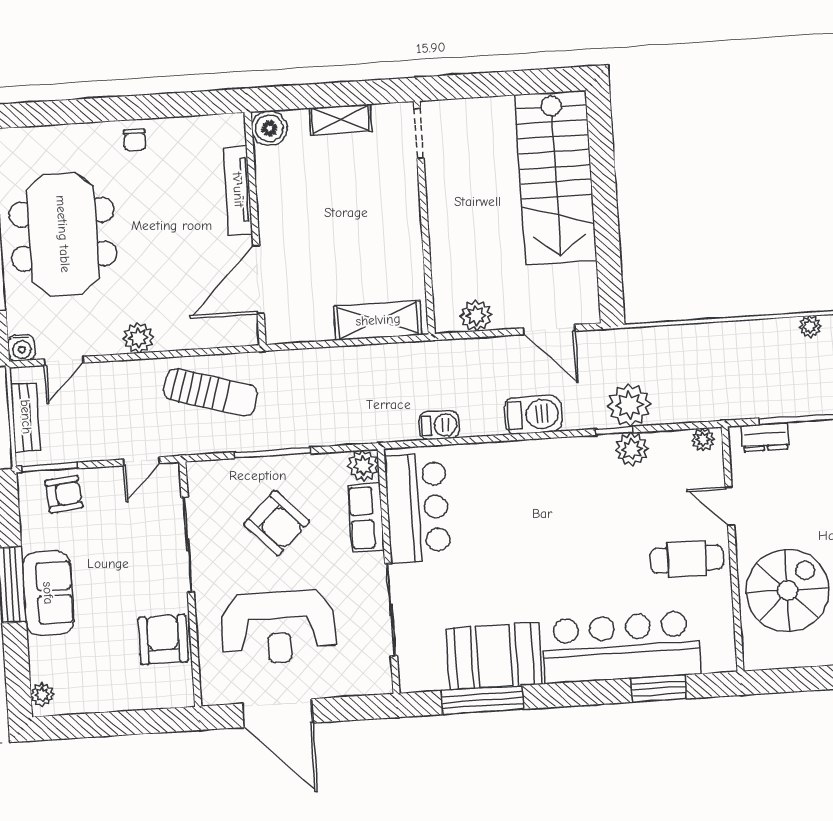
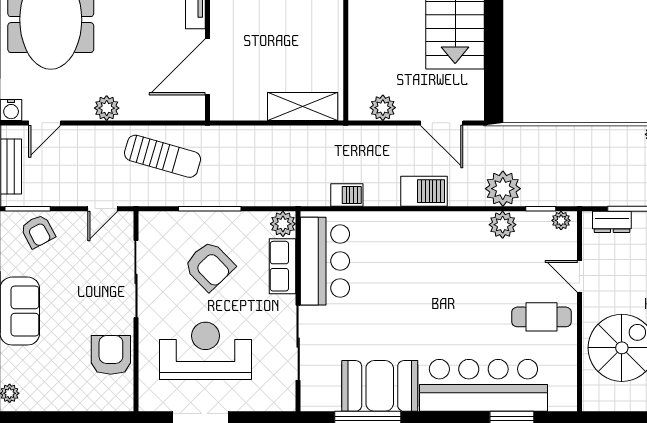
window: (614, 431) -> (541, 209), moved
armchair: (64, 494) -> (38, 231), turned 68
reception desk: (278, 627) -> (205, 351), turned 180

